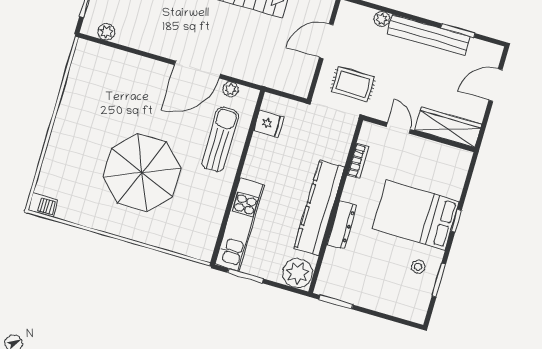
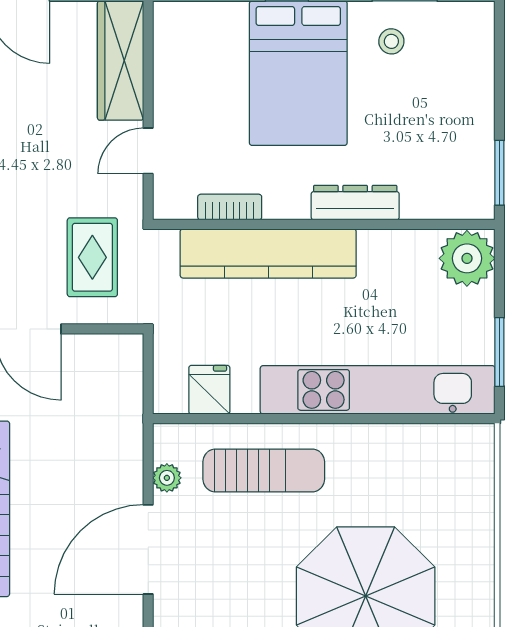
door: (197, 70) -> (148, 549), swing flipped
sun lounger: (220, 139) -> (264, 470), turned 180
kitchen counter: (319, 208) -> (268, 253), moved
kitchen unit: (240, 224) -> (378, 390), width x1.36

